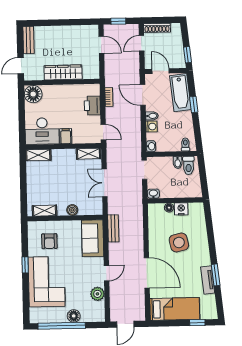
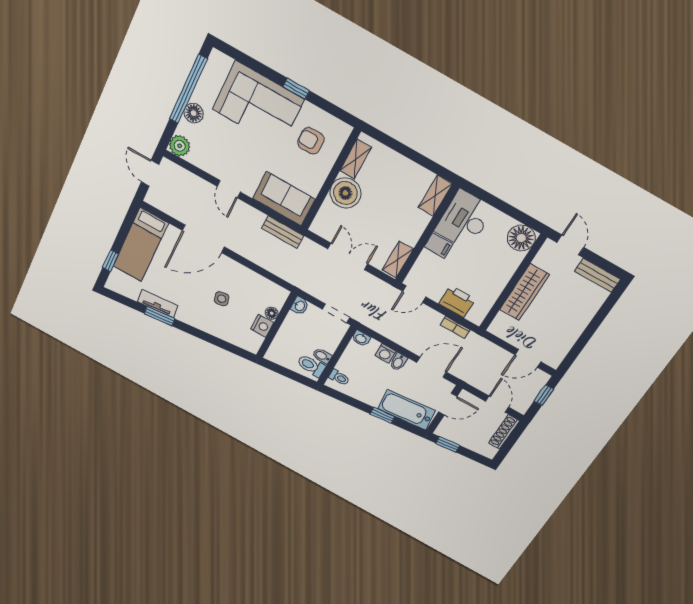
boiler: (72, 210) -> (345, 193), width x1.86, depth x1.86
side table: (179, 242) -> (222, 299), width x0.54, depth x0.54
plant: (97, 294) -> (180, 146), moved

